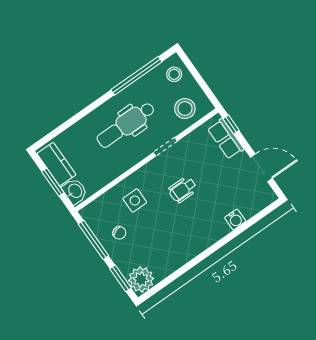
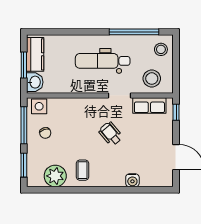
row of seats: (226, 139) -> (149, 105), moved, turned -90
wheelchair: (183, 190) -> (111, 134), turned 50
side table: (135, 201) -> (39, 106), moved
coffee table: (180, 243) -> (82, 170), added
plant: (141, 279) -> (55, 176), moved

